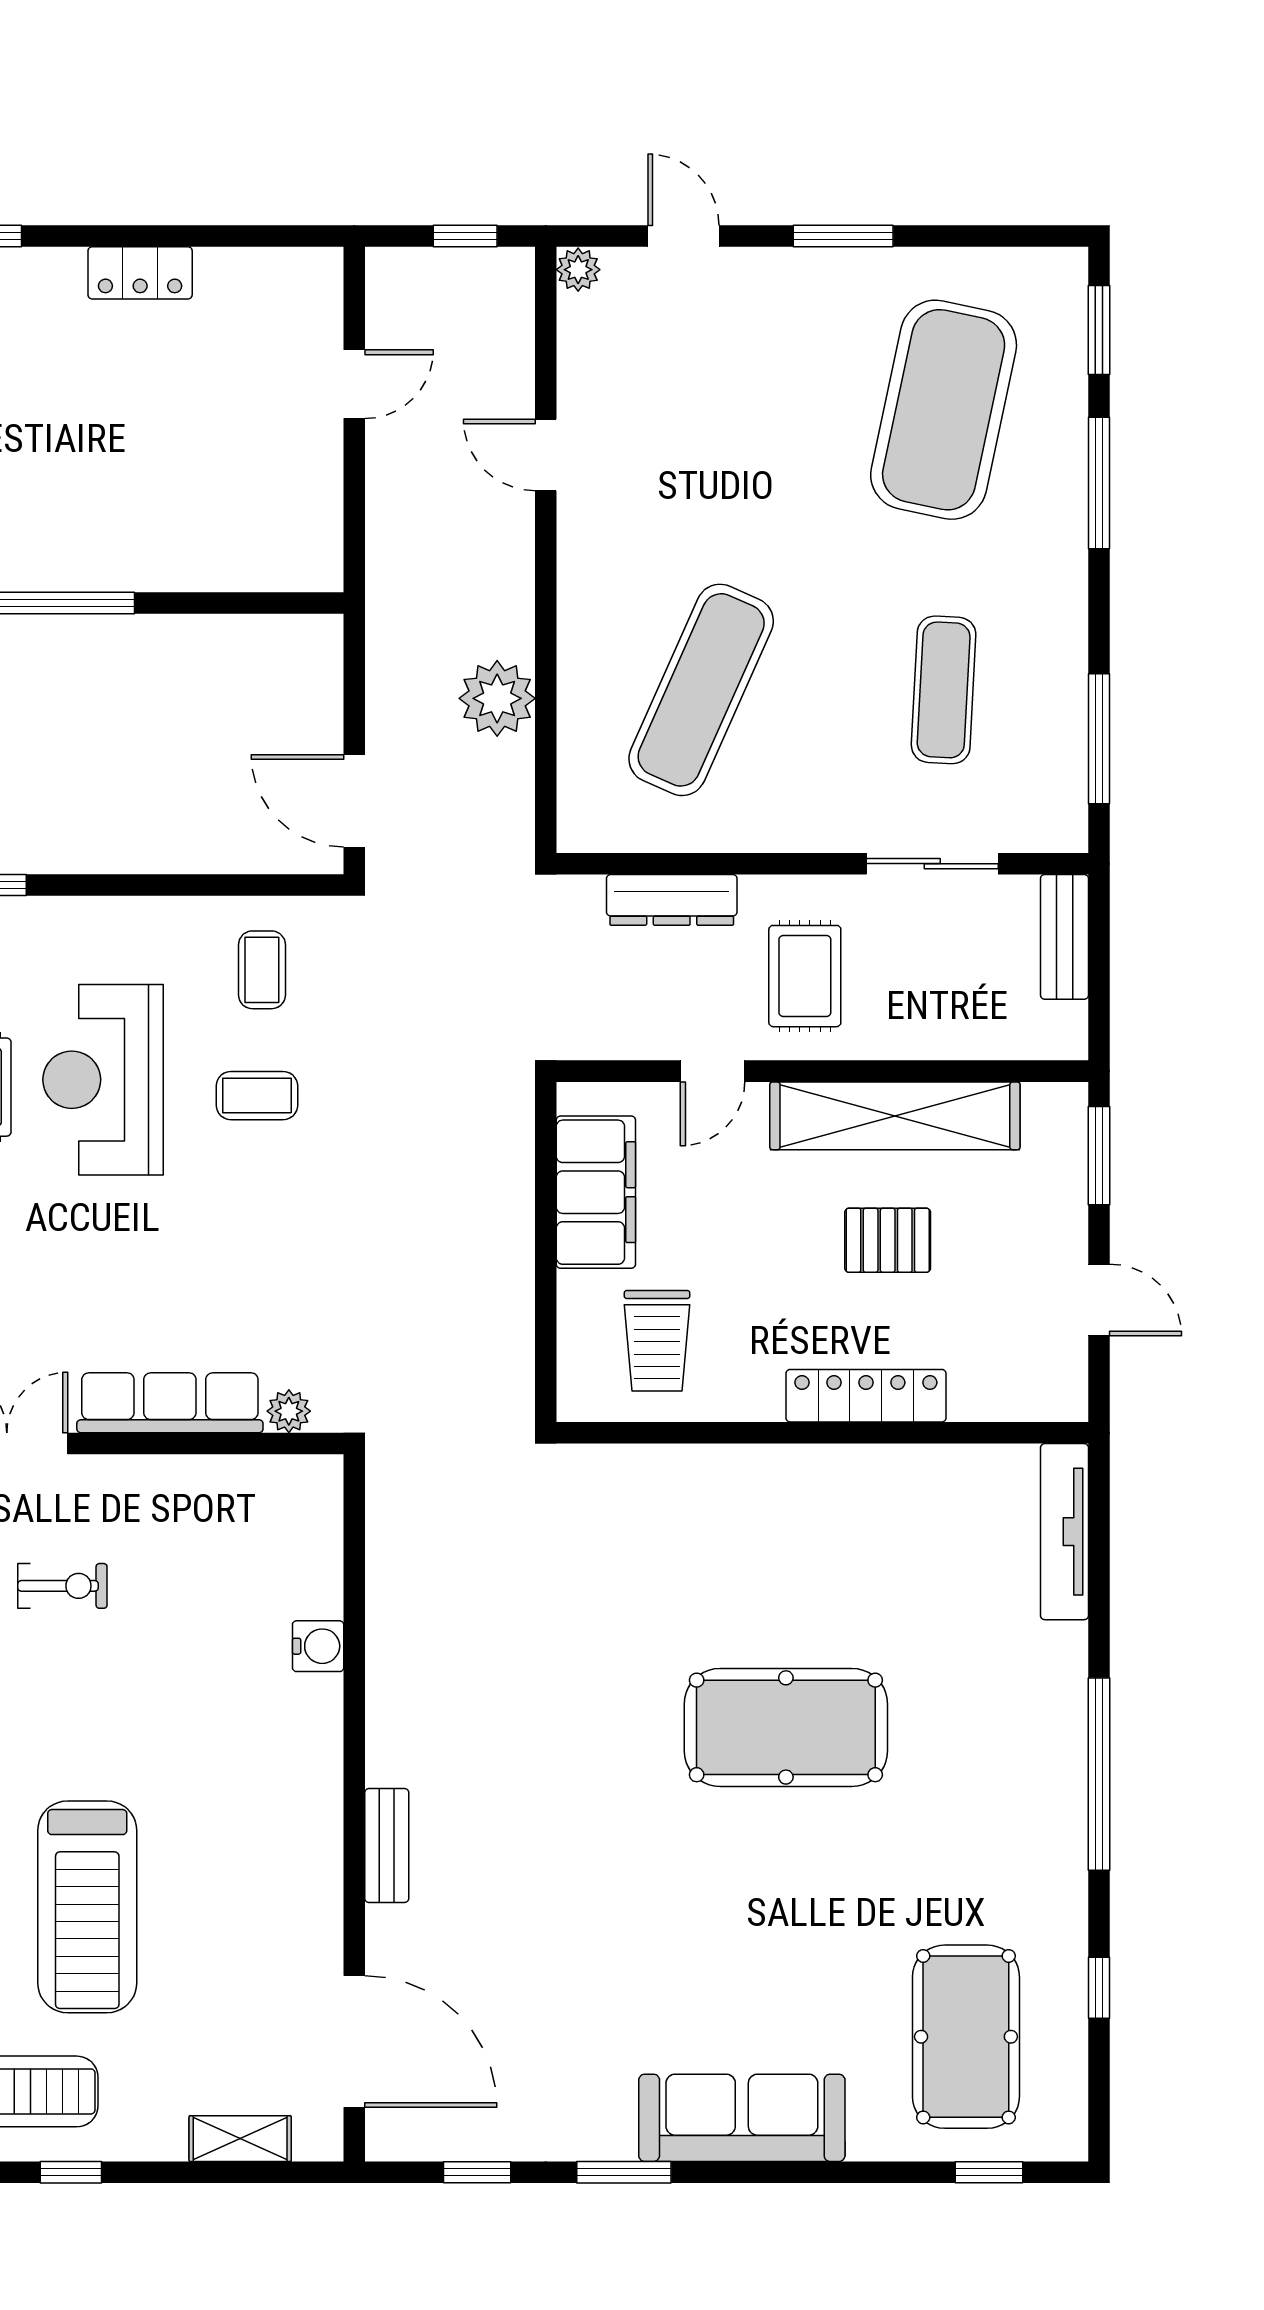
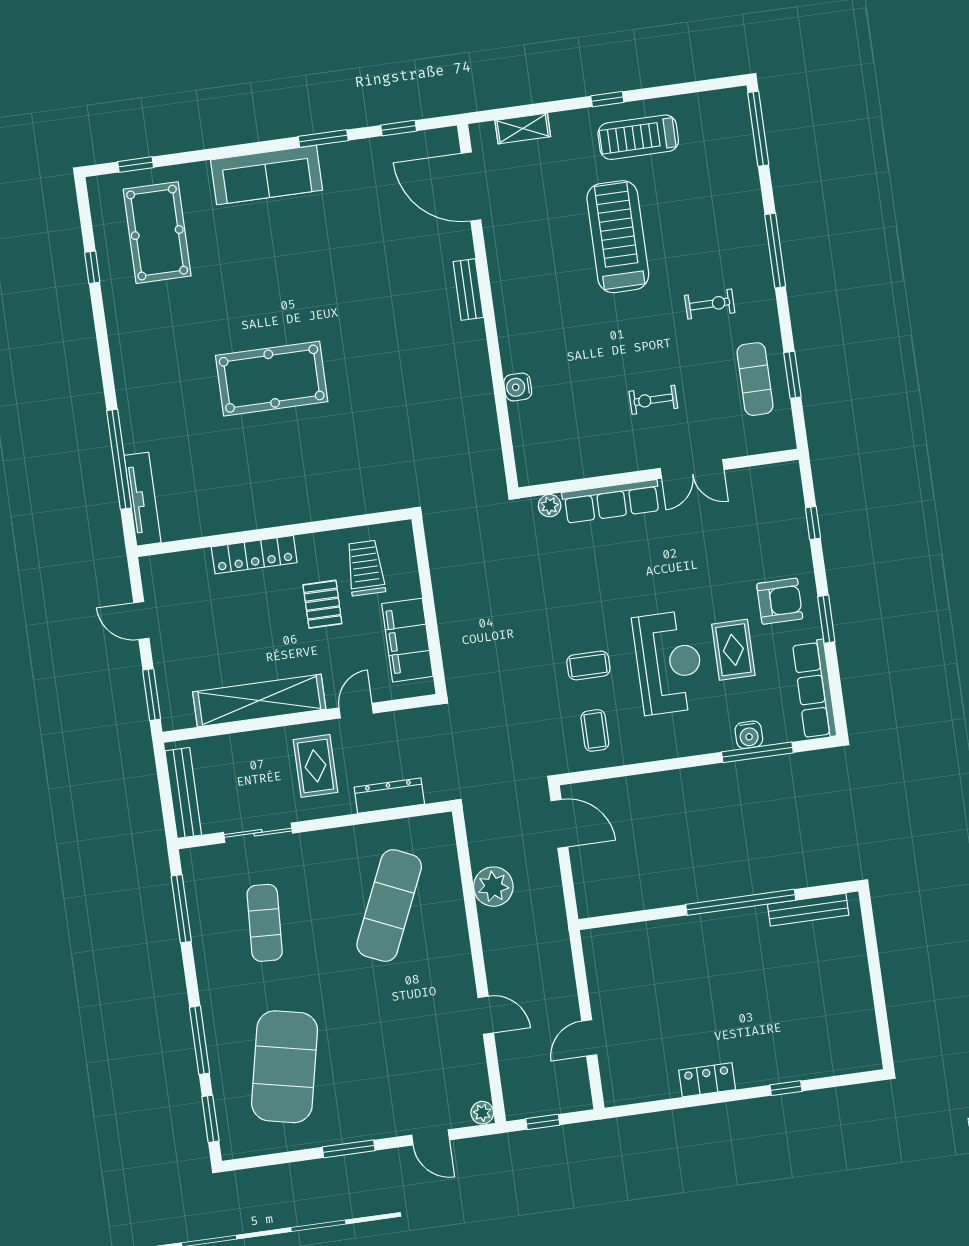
bench: (1064, 937) -> (183, 793), width x1.36
pallet: (888, 1240) -> (322, 604), moved, turned 90
window: (1099, 1774) -> (119, 459), moved

